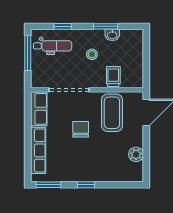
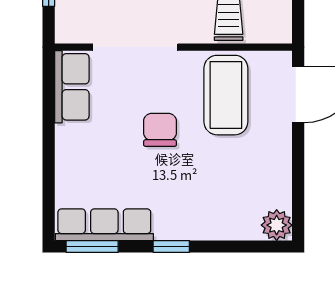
row of seats: (38, 150) -> (104, 225), moved, turned -90
plant: (136, 154) -> (277, 225), moved

